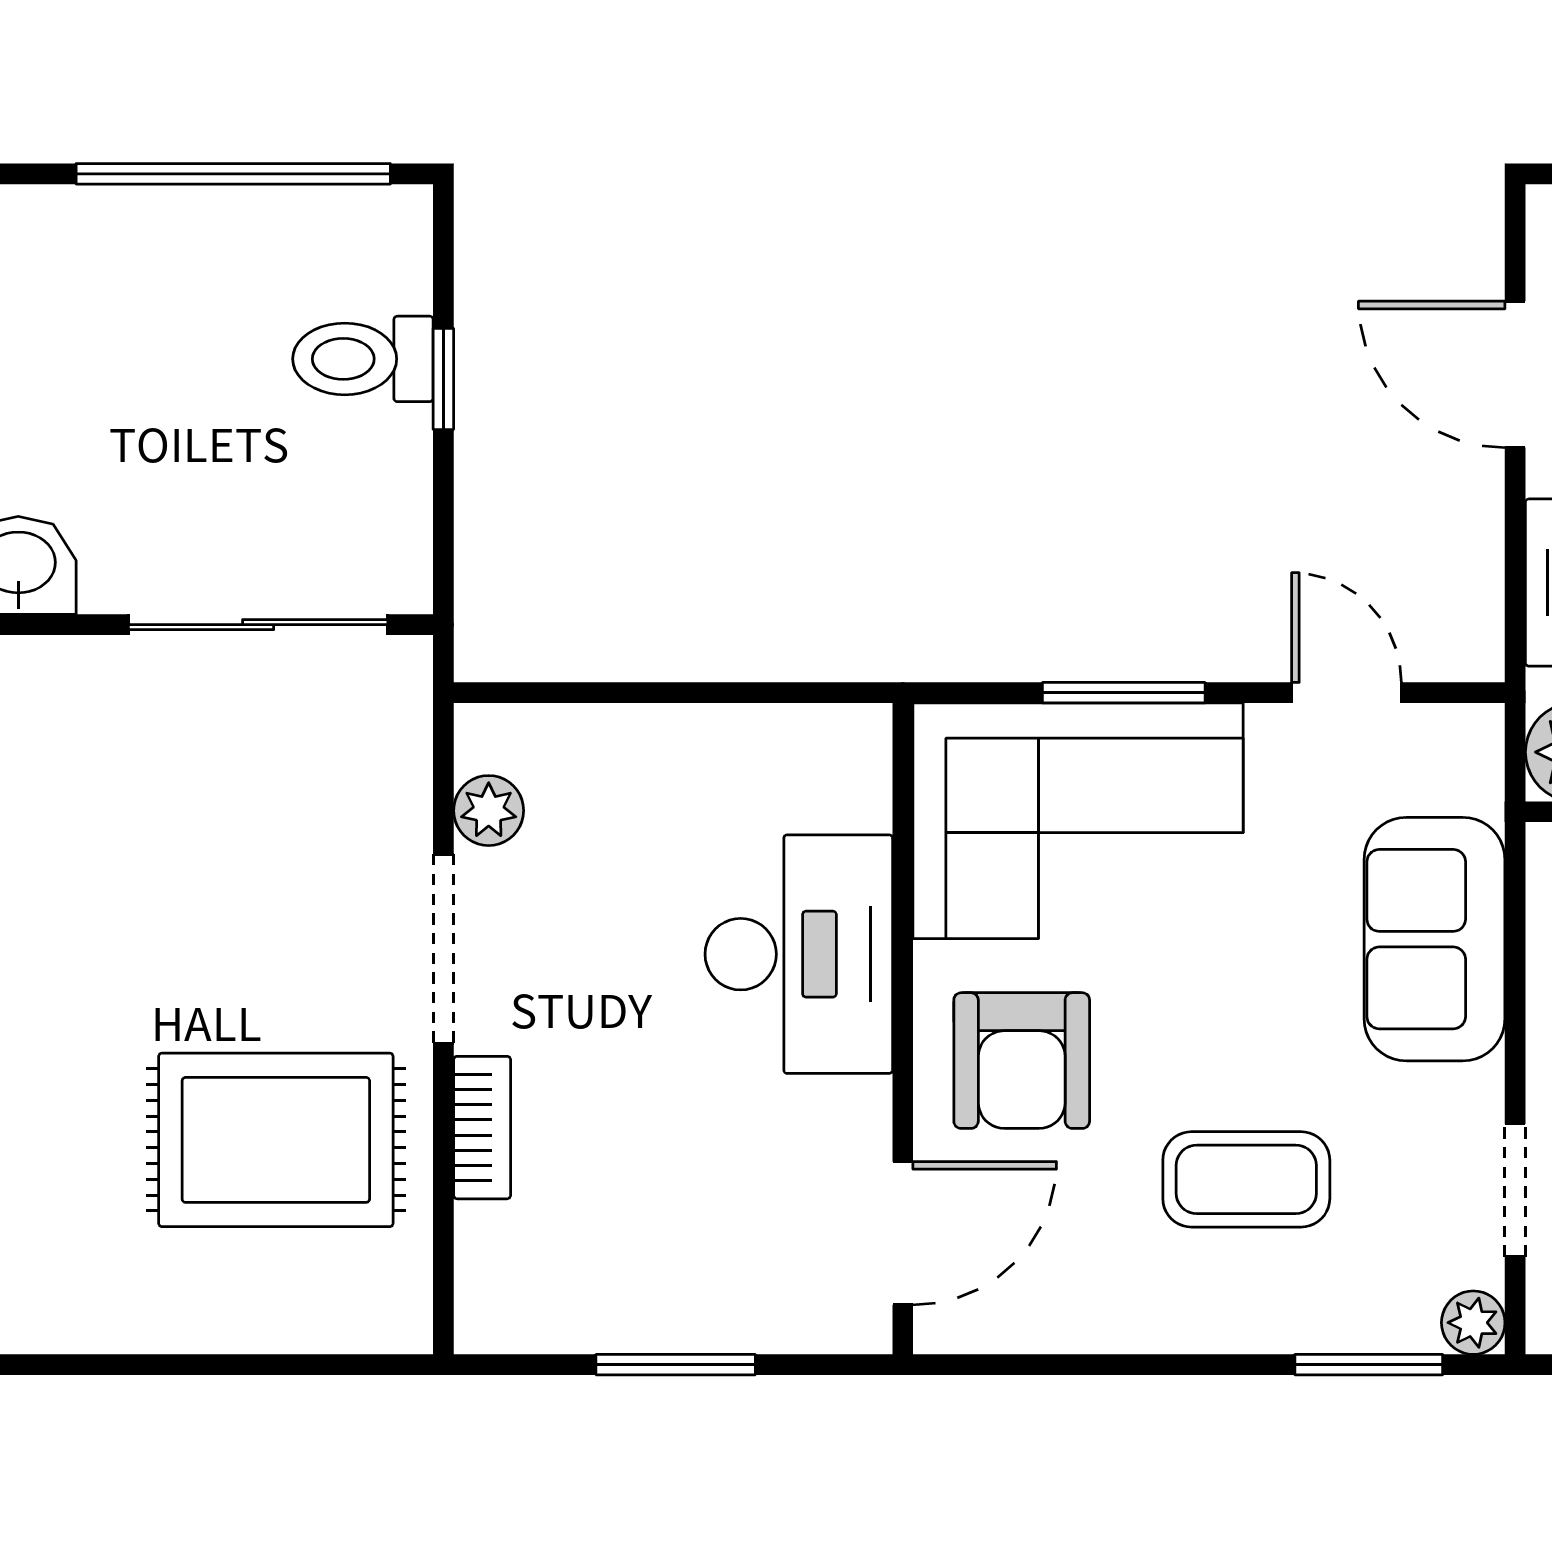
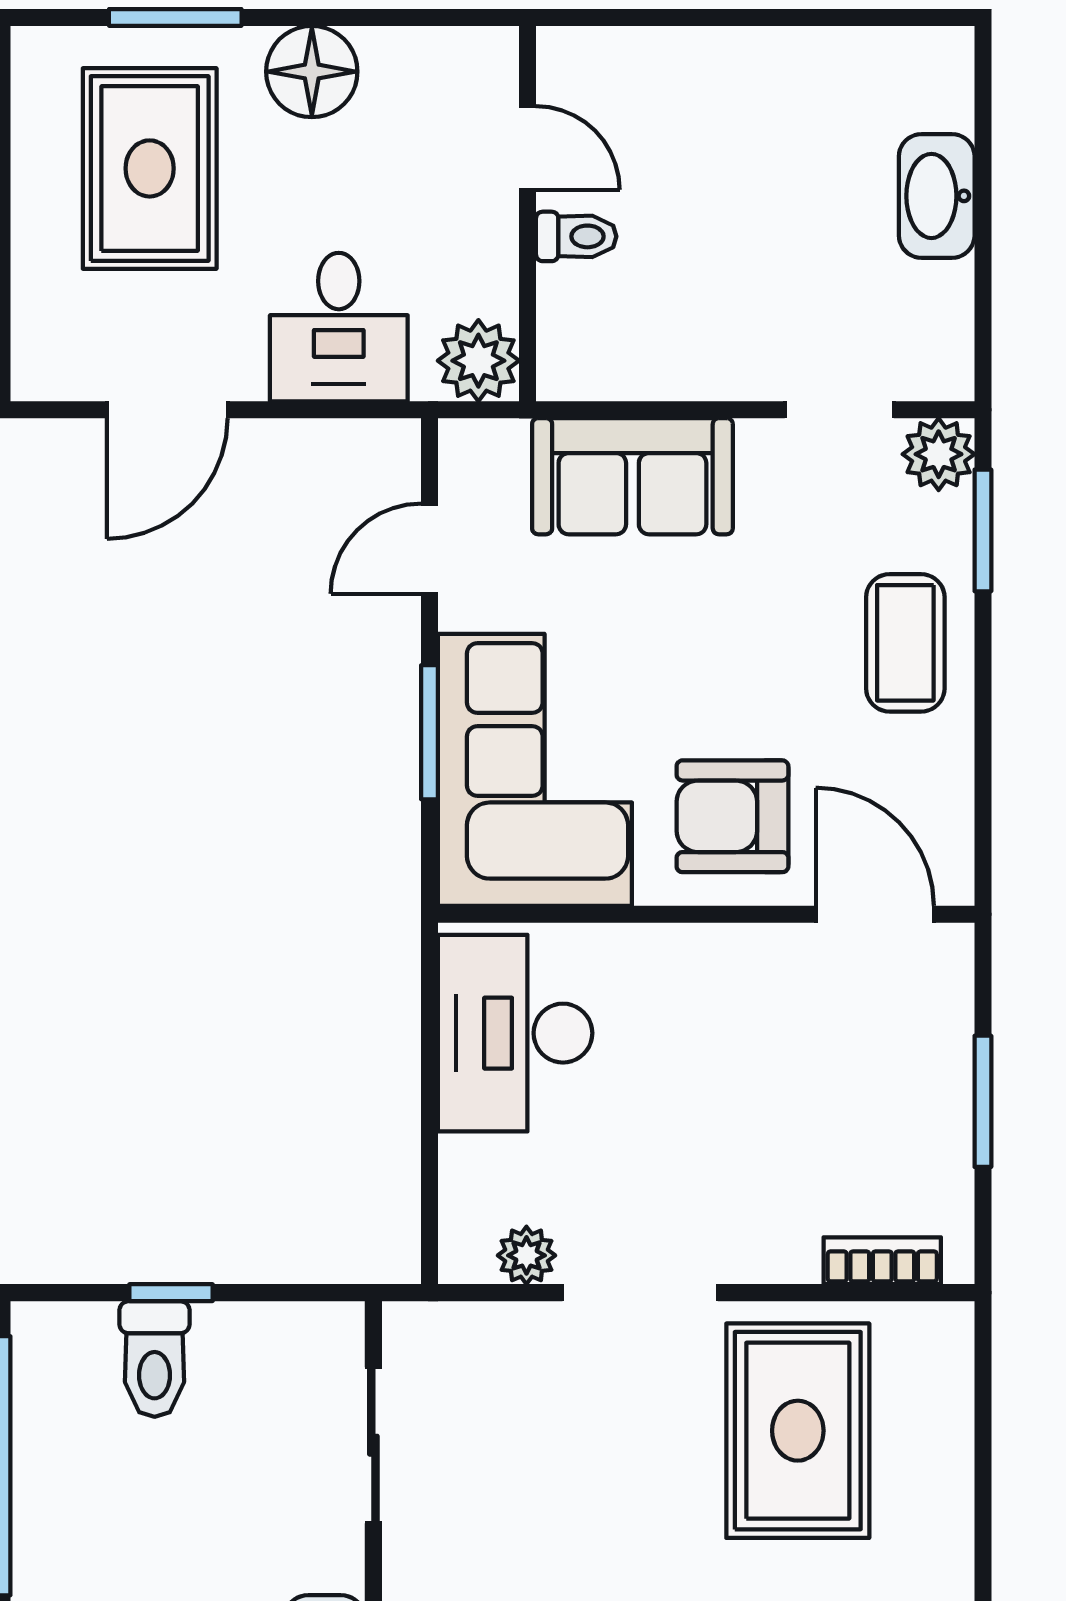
sliding door: (258, 625) -> (373, 1445), width x0.73
desk: (799, 954) -> (515, 1033), moved, turned -90
armchair: (1022, 1061) -> (732, 816), turned 180
bookcase: (482, 1128) -> (882, 1261), moved
coffee table: (1246, 1179) -> (905, 643), moved
plant: (1473, 1323) -> (939, 454), width x1.38, depth x1.38

